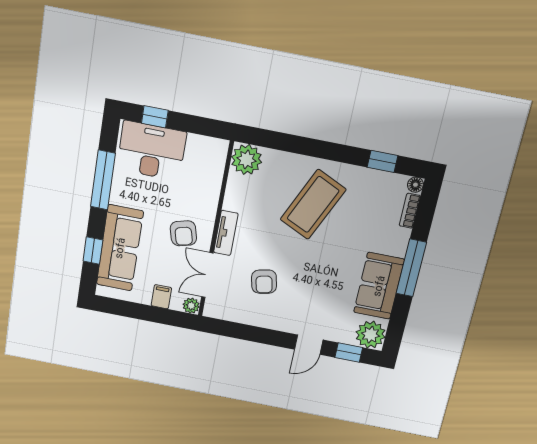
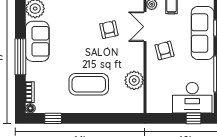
plant: (246, 160) -> (134, 80), moved
coffee table: (313, 205) -> (89, 84), turned 65
tv unit: (226, 233) -> (138, 56), removed
double door: (207, 275) -> (145, 27), swing flipped

